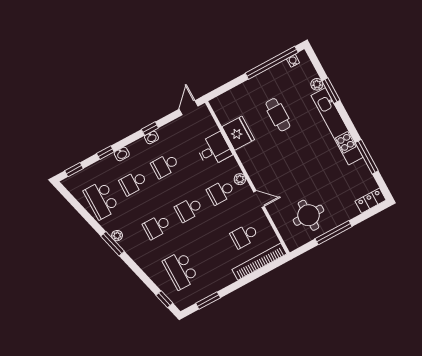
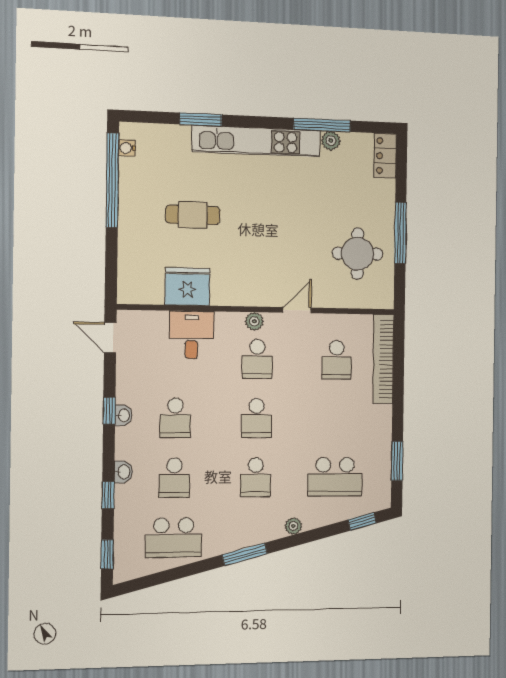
plant: (317, 84) -> (331, 141), moved
plant: (117, 236) -> (293, 526), moved

